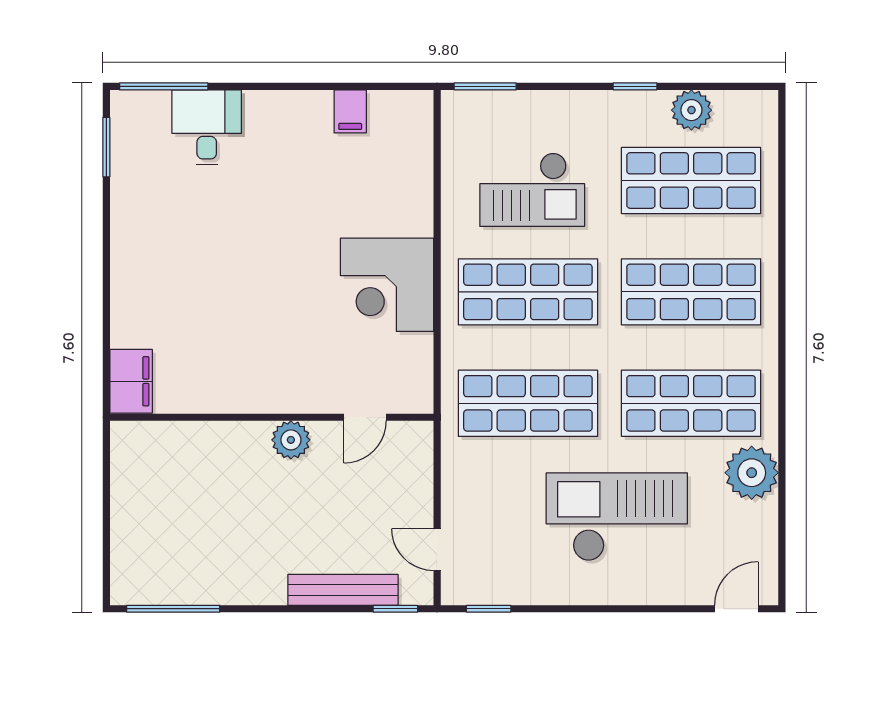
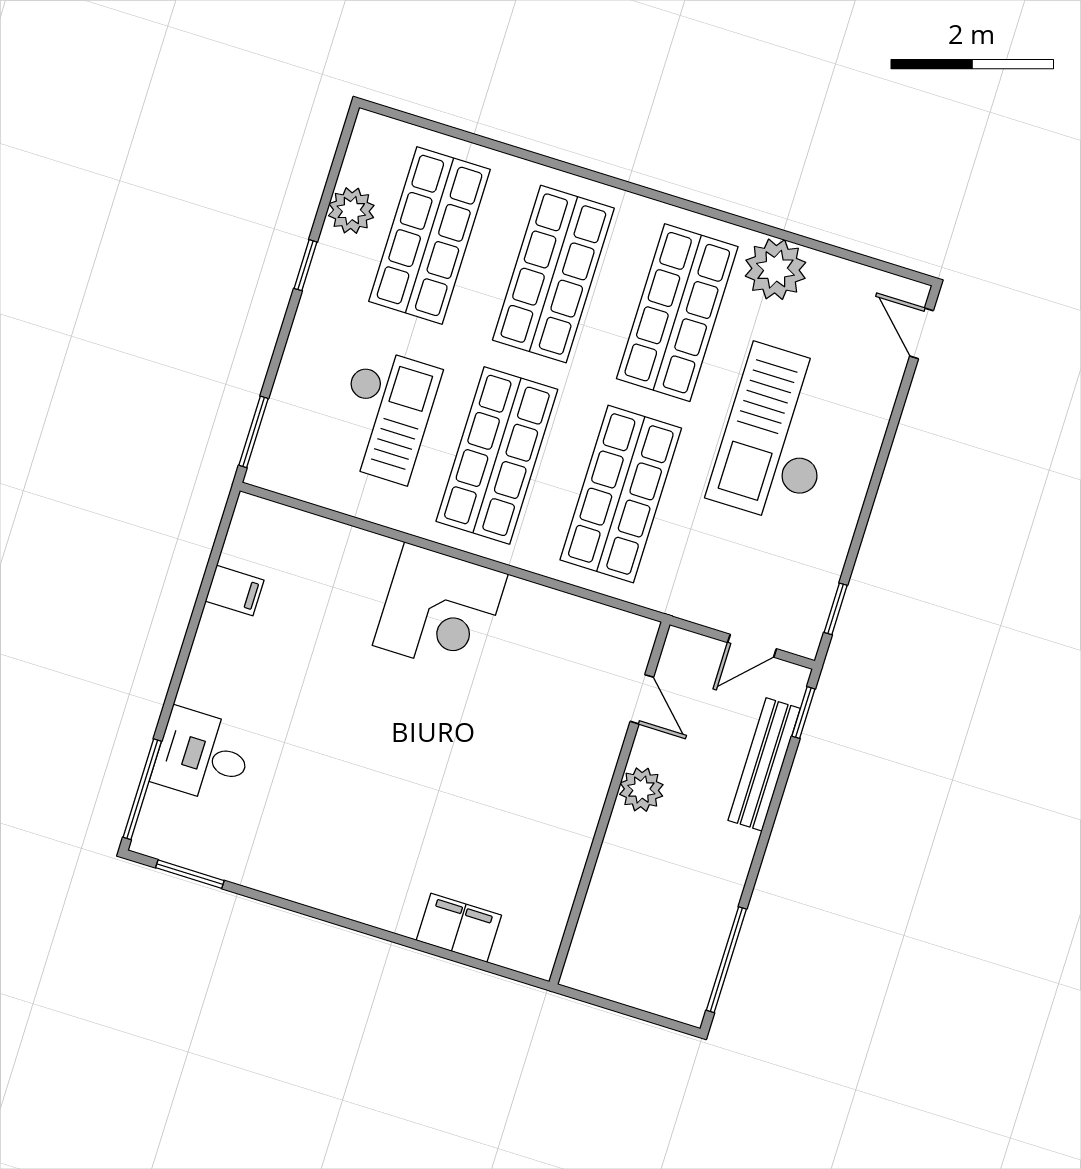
wall: (272, 417) -> (609, 803), moved
door: (365, 417) -> (642, 699), moved
plant: (291, 440) -> (641, 790), moved

